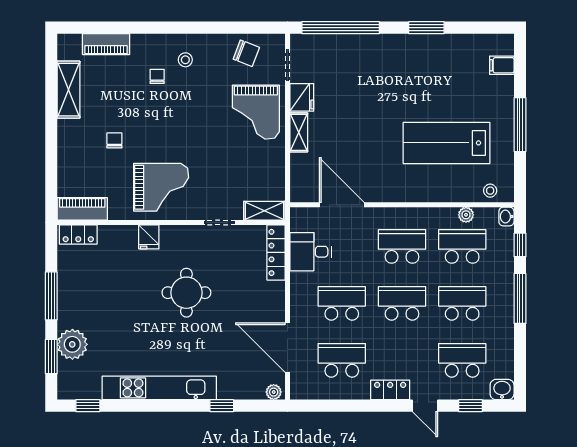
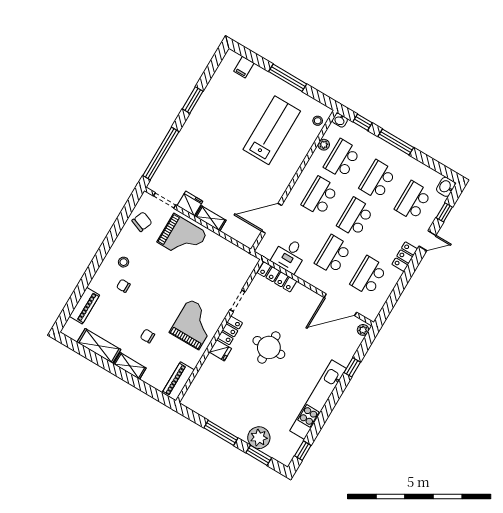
lab bench: (446, 143) -> (272, 130), turned 180
shelving: (264, 211) -> (130, 366), moved, turned 90
locker: (78, 234) -> (230, 330), moved

